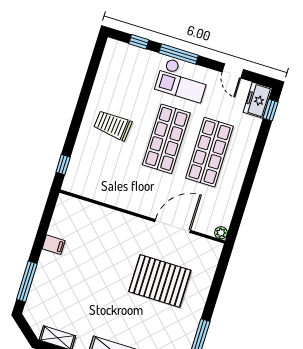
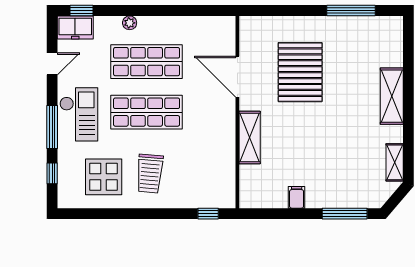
display table: (122, 85) -> (104, 177), added
shelving: (117, 220) -> (250, 137), added
plant: (221, 233) -> (130, 23), moved

